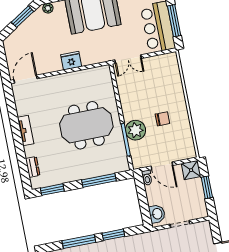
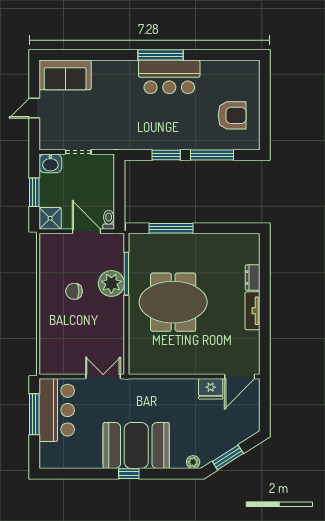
fridge: (71, 61) -> (211, 389), moved
dresser: (33, 167) -> (253, 278), moved
window: (52, 190) -> (233, 228), removed
washbasin: (157, 214) -> (50, 163), moved, turned -90

